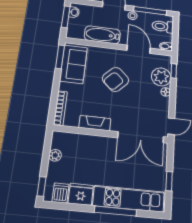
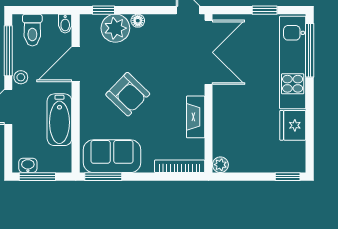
plant: (55, 155) -> (220, 165), moved
dishwasher: (61, 193) -> (293, 151), removed
window: (115, 211) -> (310, 50), moved

